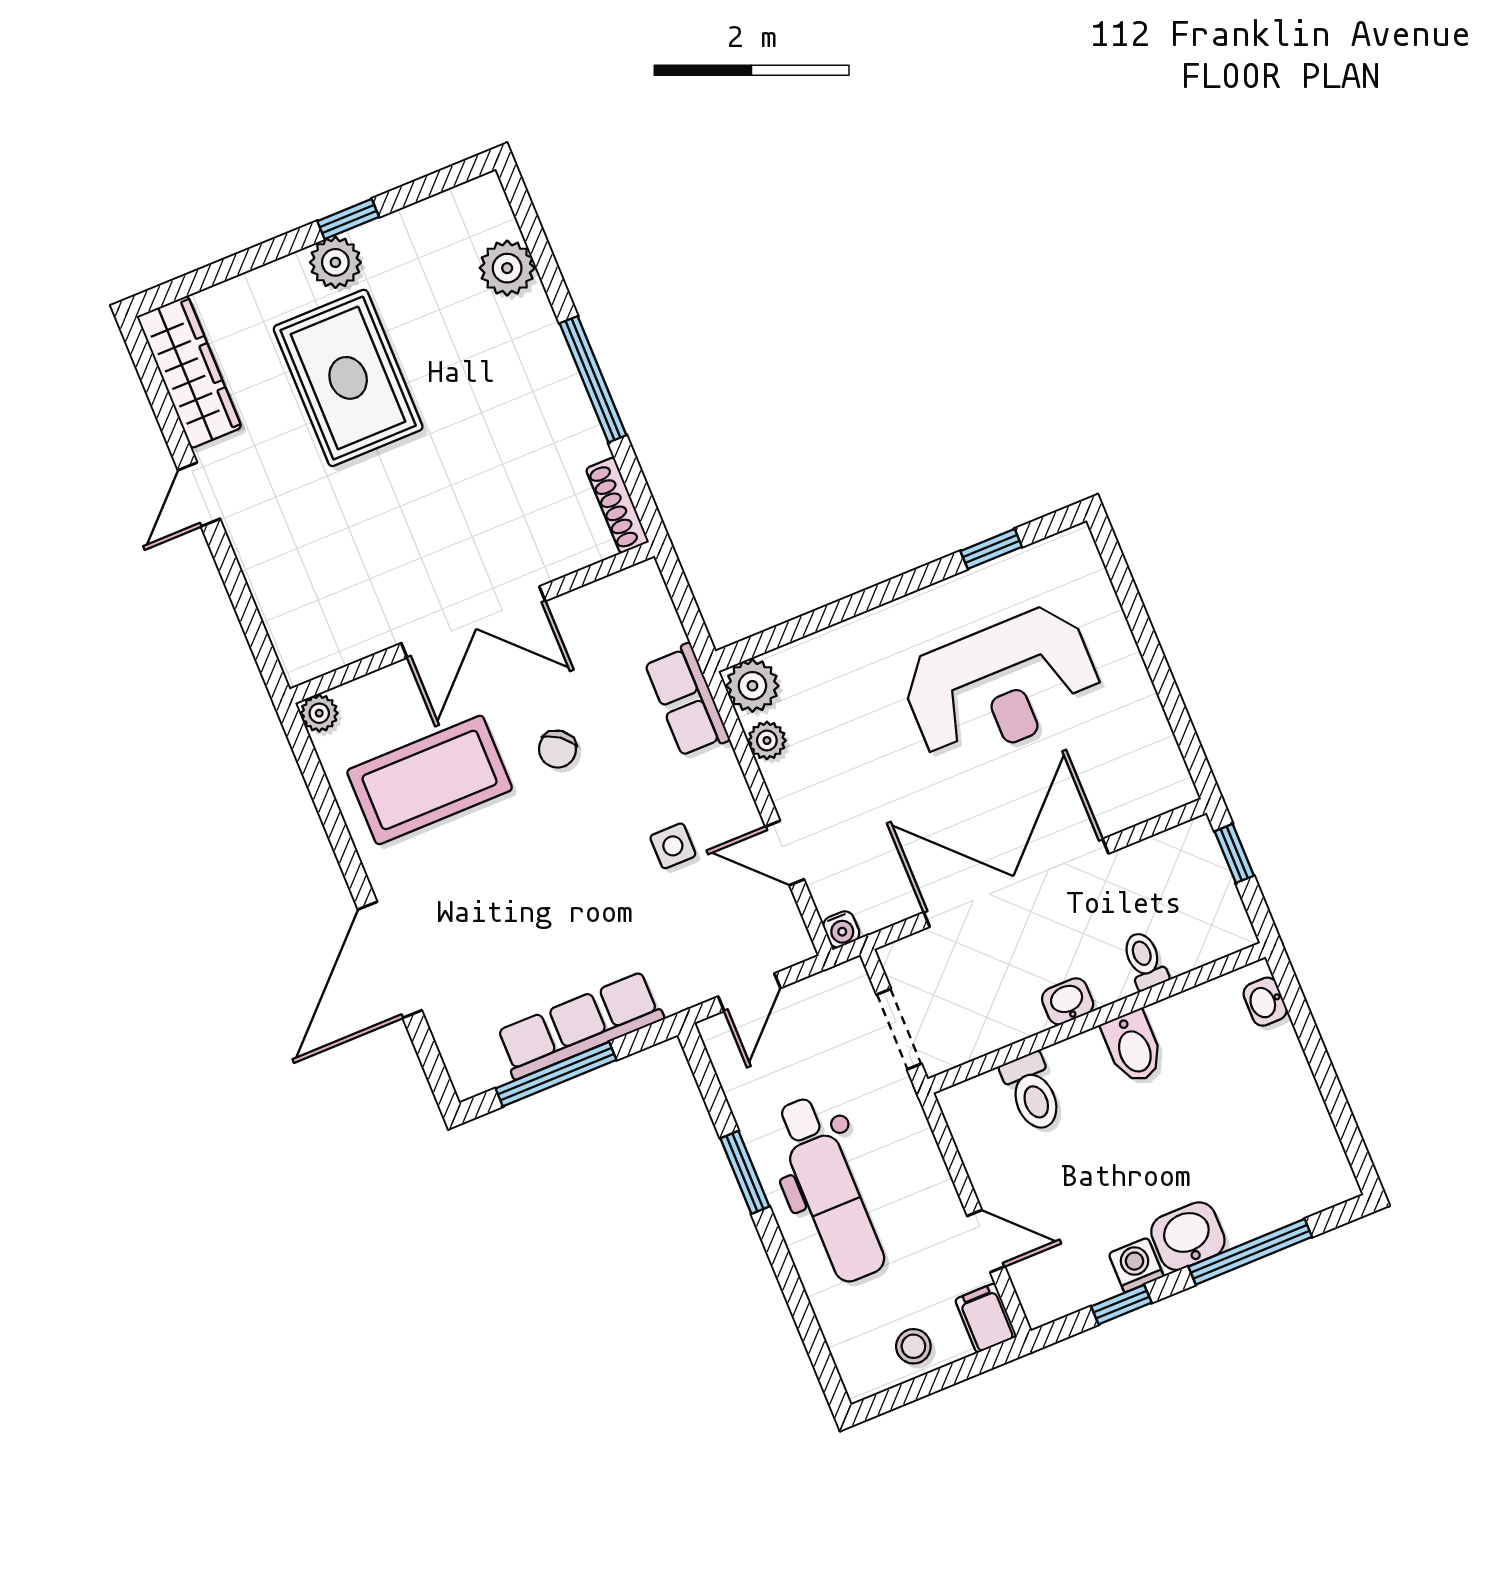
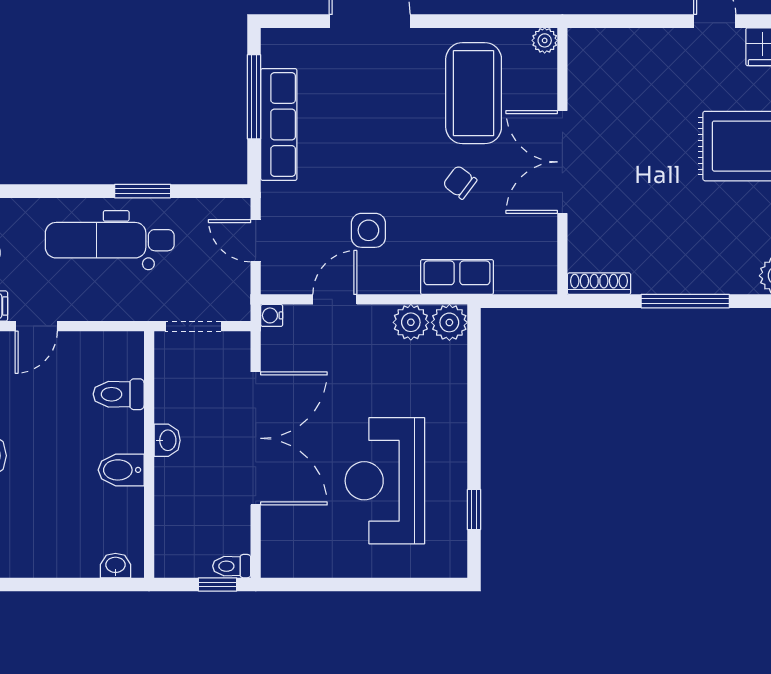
plant: (767, 740) -> (411, 322), width x1.38, depth x1.38
side table: (673, 846) -> (368, 230), width x1.37, depth x1.37
toilet: (1145, 960) -> (232, 566), moved, turned 180

